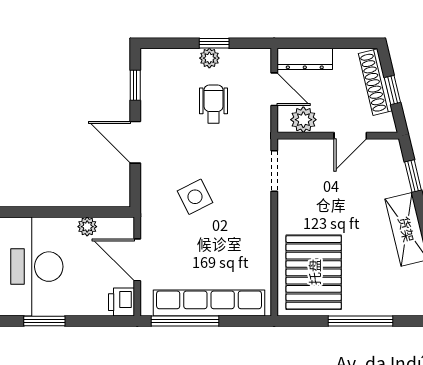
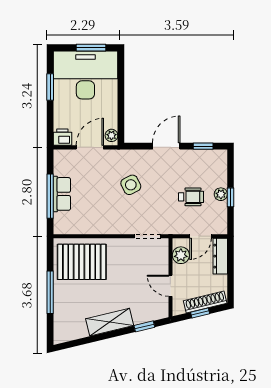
plant: (87, 227) -> (111, 135), moved
row of seats: (209, 303) -> (62, 194), width x0.50
window: (185, 321) -> (50, 196), moved

